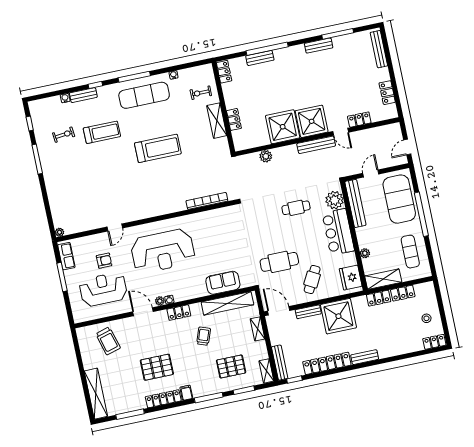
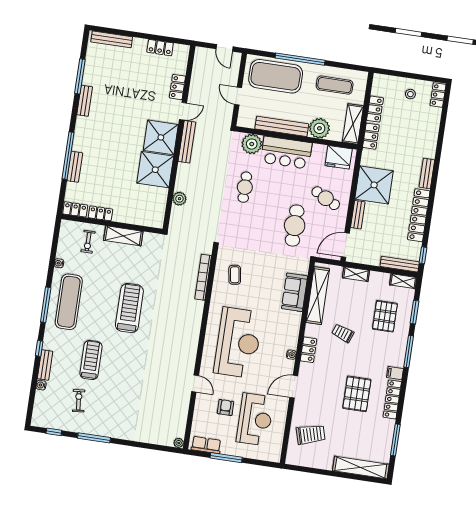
locker: (234, 119) -> (100, 213), moved
bench: (355, 203) -> (282, 126), moved
coffee table: (219, 227) -> (235, 275), added
plant: (365, 253) -> (319, 128), width x1.87, depth x1.87
reception desk: (103, 289) -> (255, 419), turned 180
plant: (160, 301) -> (289, 365), removed

